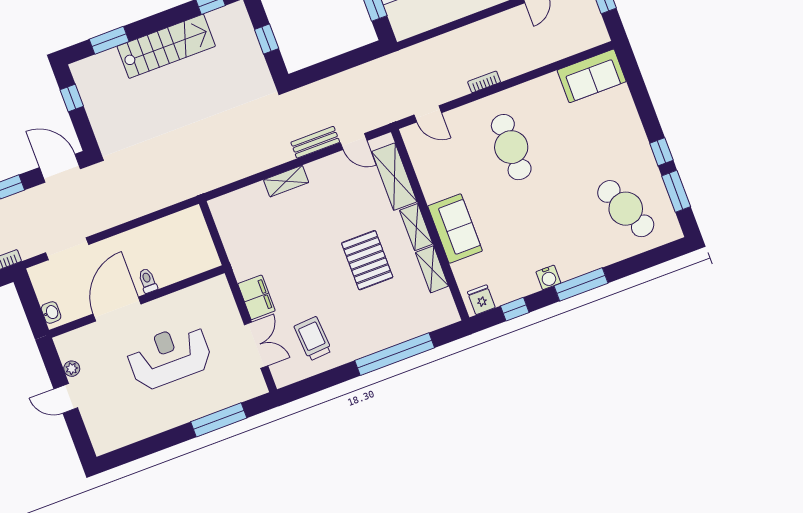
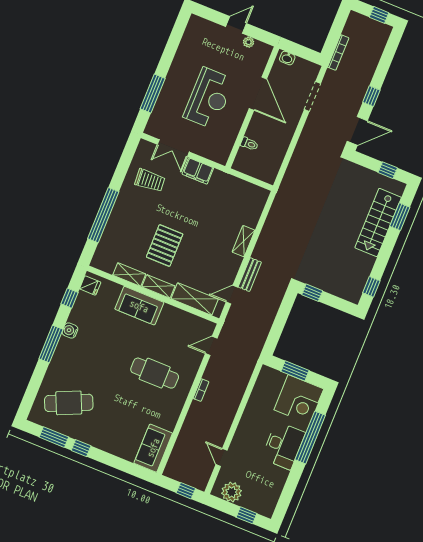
window: (267, 39) -> (312, 293), moved
stairs: (166, 46) -> (378, 223), moved
pallet: (367, 260) -> (165, 245), turned 90
toilet: (148, 281) -> (249, 144), moved

